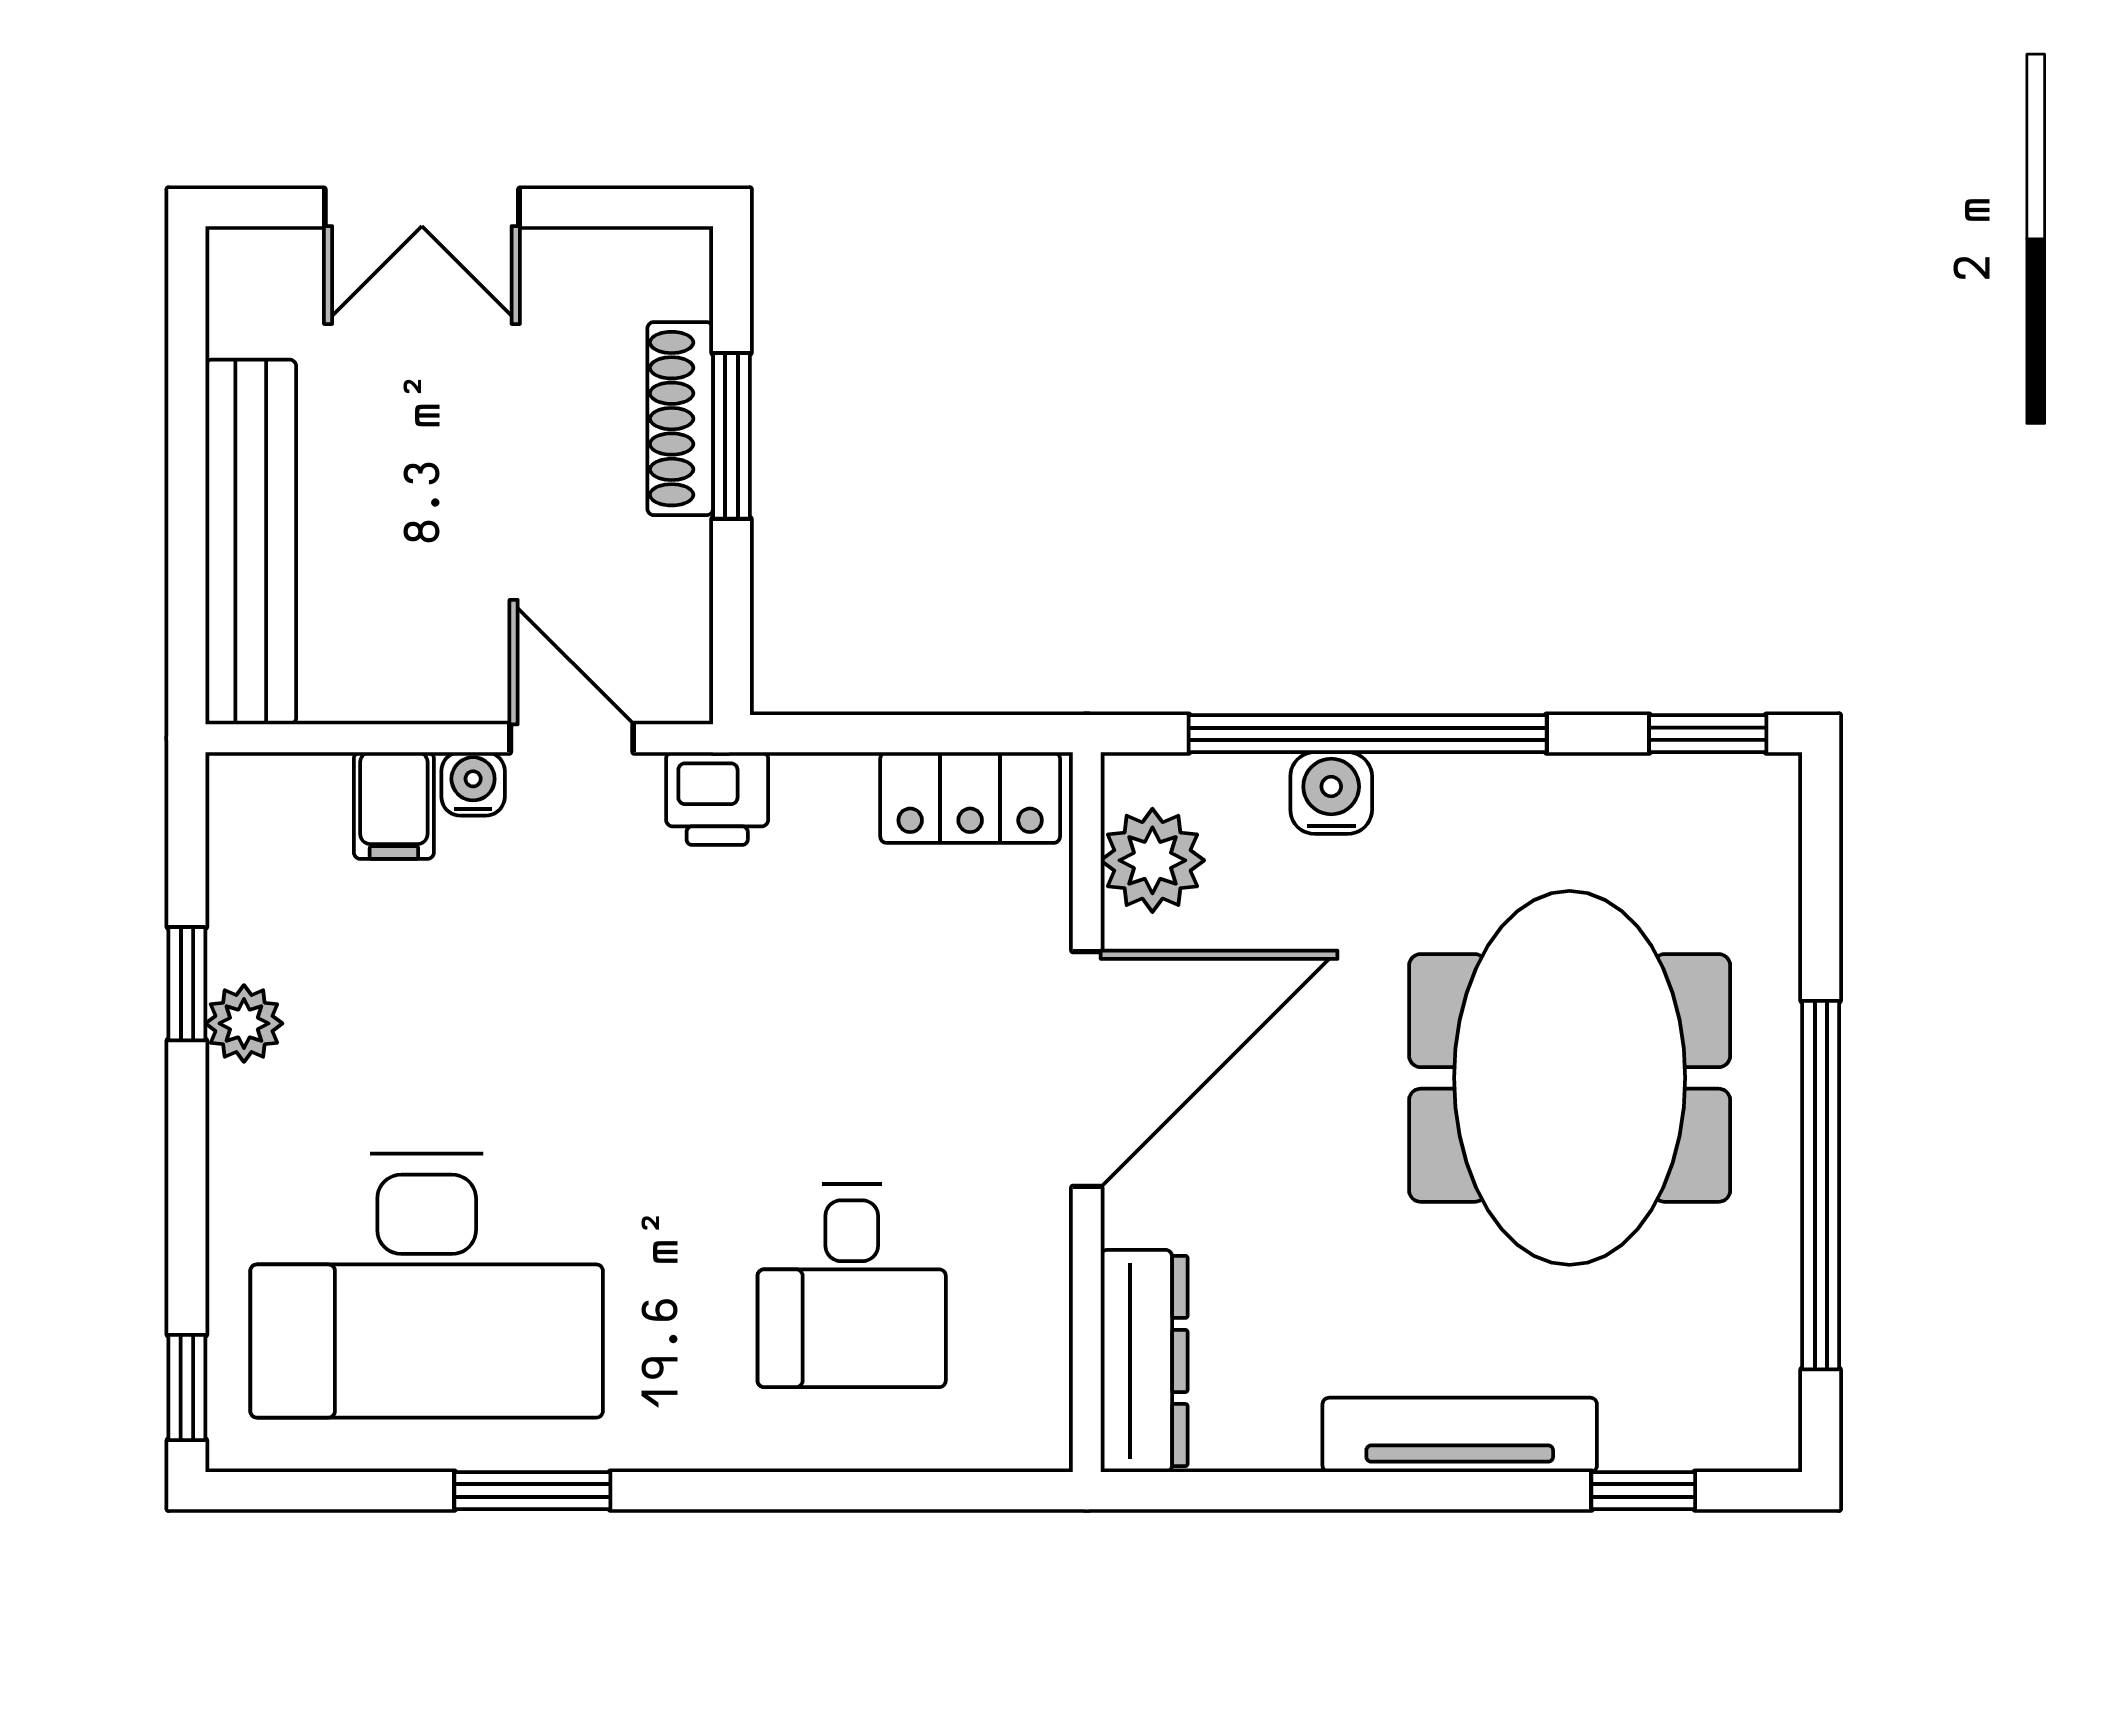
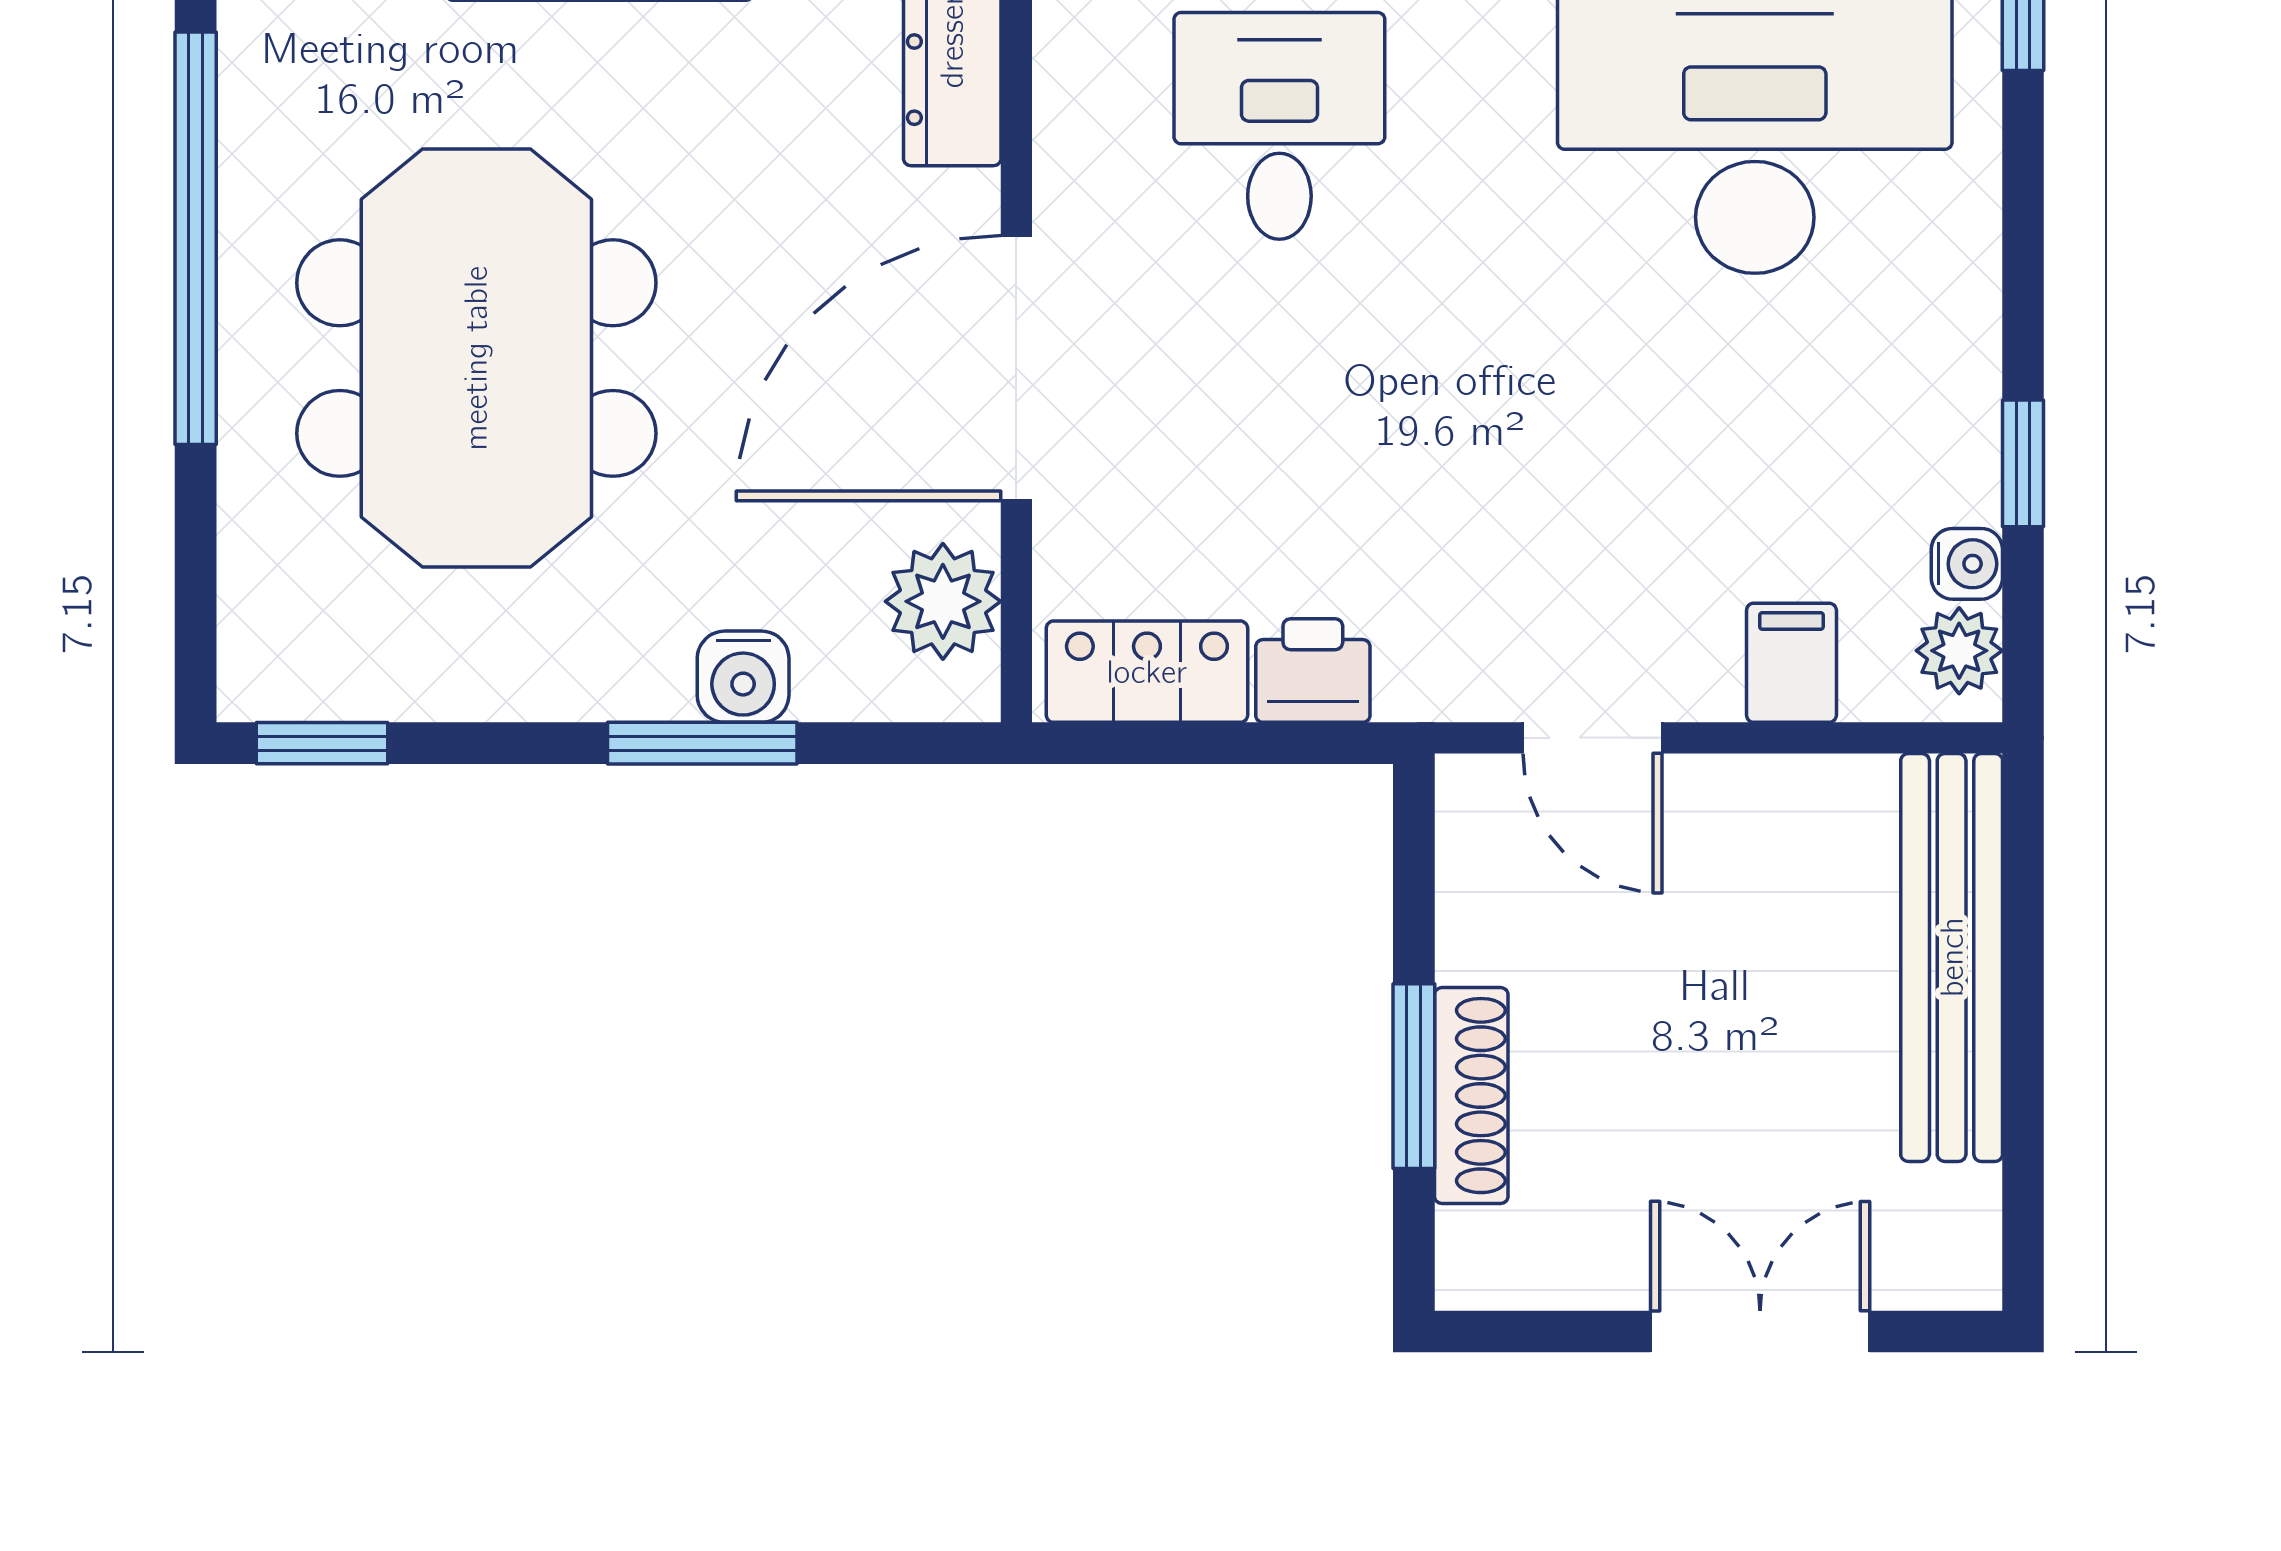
window: (1368, 734) -> (702, 743), width x0.47
water cooler: (473, 784) -> (1967, 564), moved, turned -90
printer: (717, 799) -> (1313, 671), moved
plant: (244, 1023) -> (1959, 651), moved

